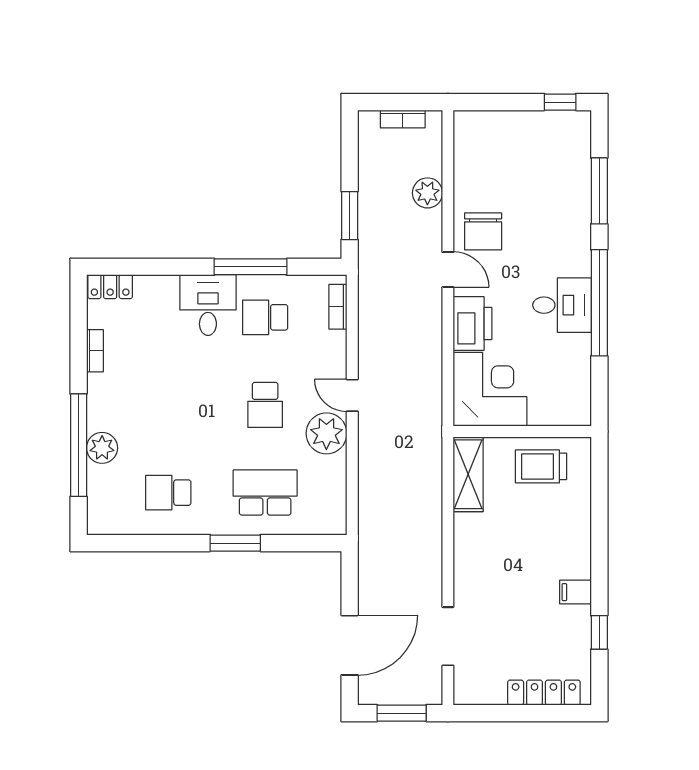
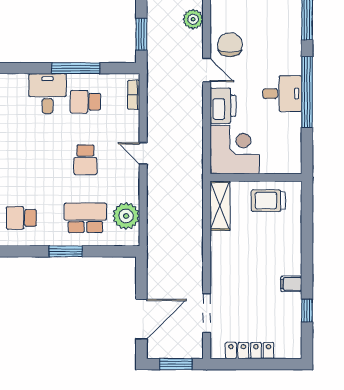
chair: (483, 231) -> (230, 45), turned 180
plant: (326, 433) -> (126, 216), moved
locker: (544, 693) -> (250, 351), moved

